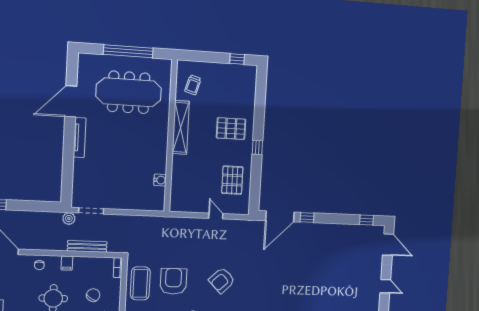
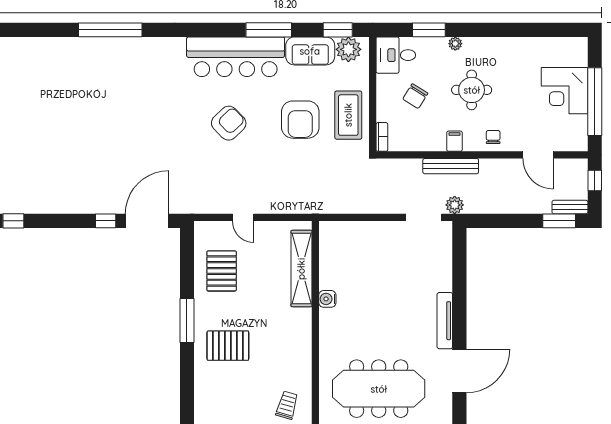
shelving: (181, 127) -> (301, 269), moved
window: (257, 147) -> (187, 320), width x2.17
water cooler: (160, 180) -> (327, 299), moved
bench: (87, 246) -> (451, 166), moved

